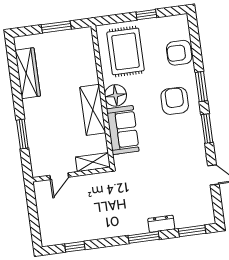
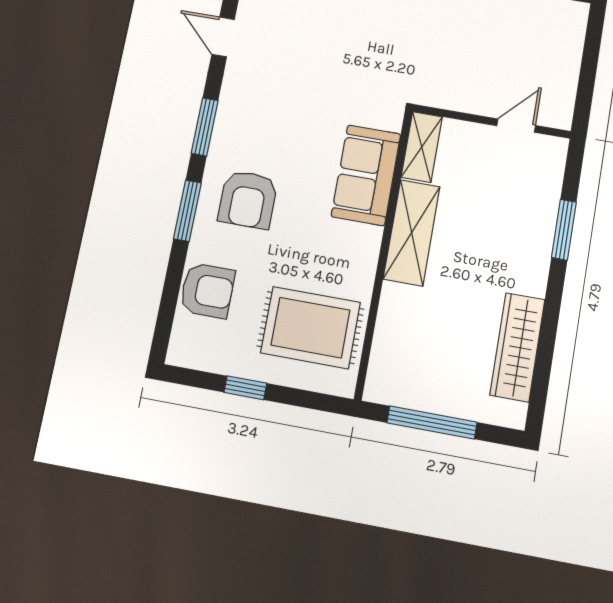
window: (56, 27) -> (432, 423), width x1.44
rug: (125, 51) -> (311, 328), turned 90
floor lamp: (116, 95) -> (358, 247), removed
shelving: (93, 162) -> (422, 147), moved, turned 90

